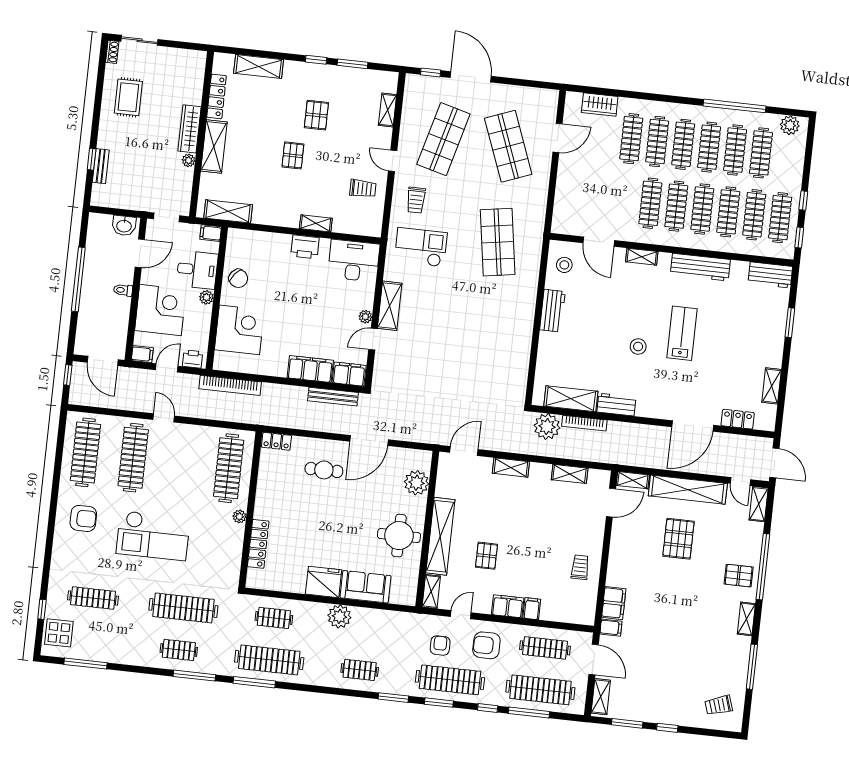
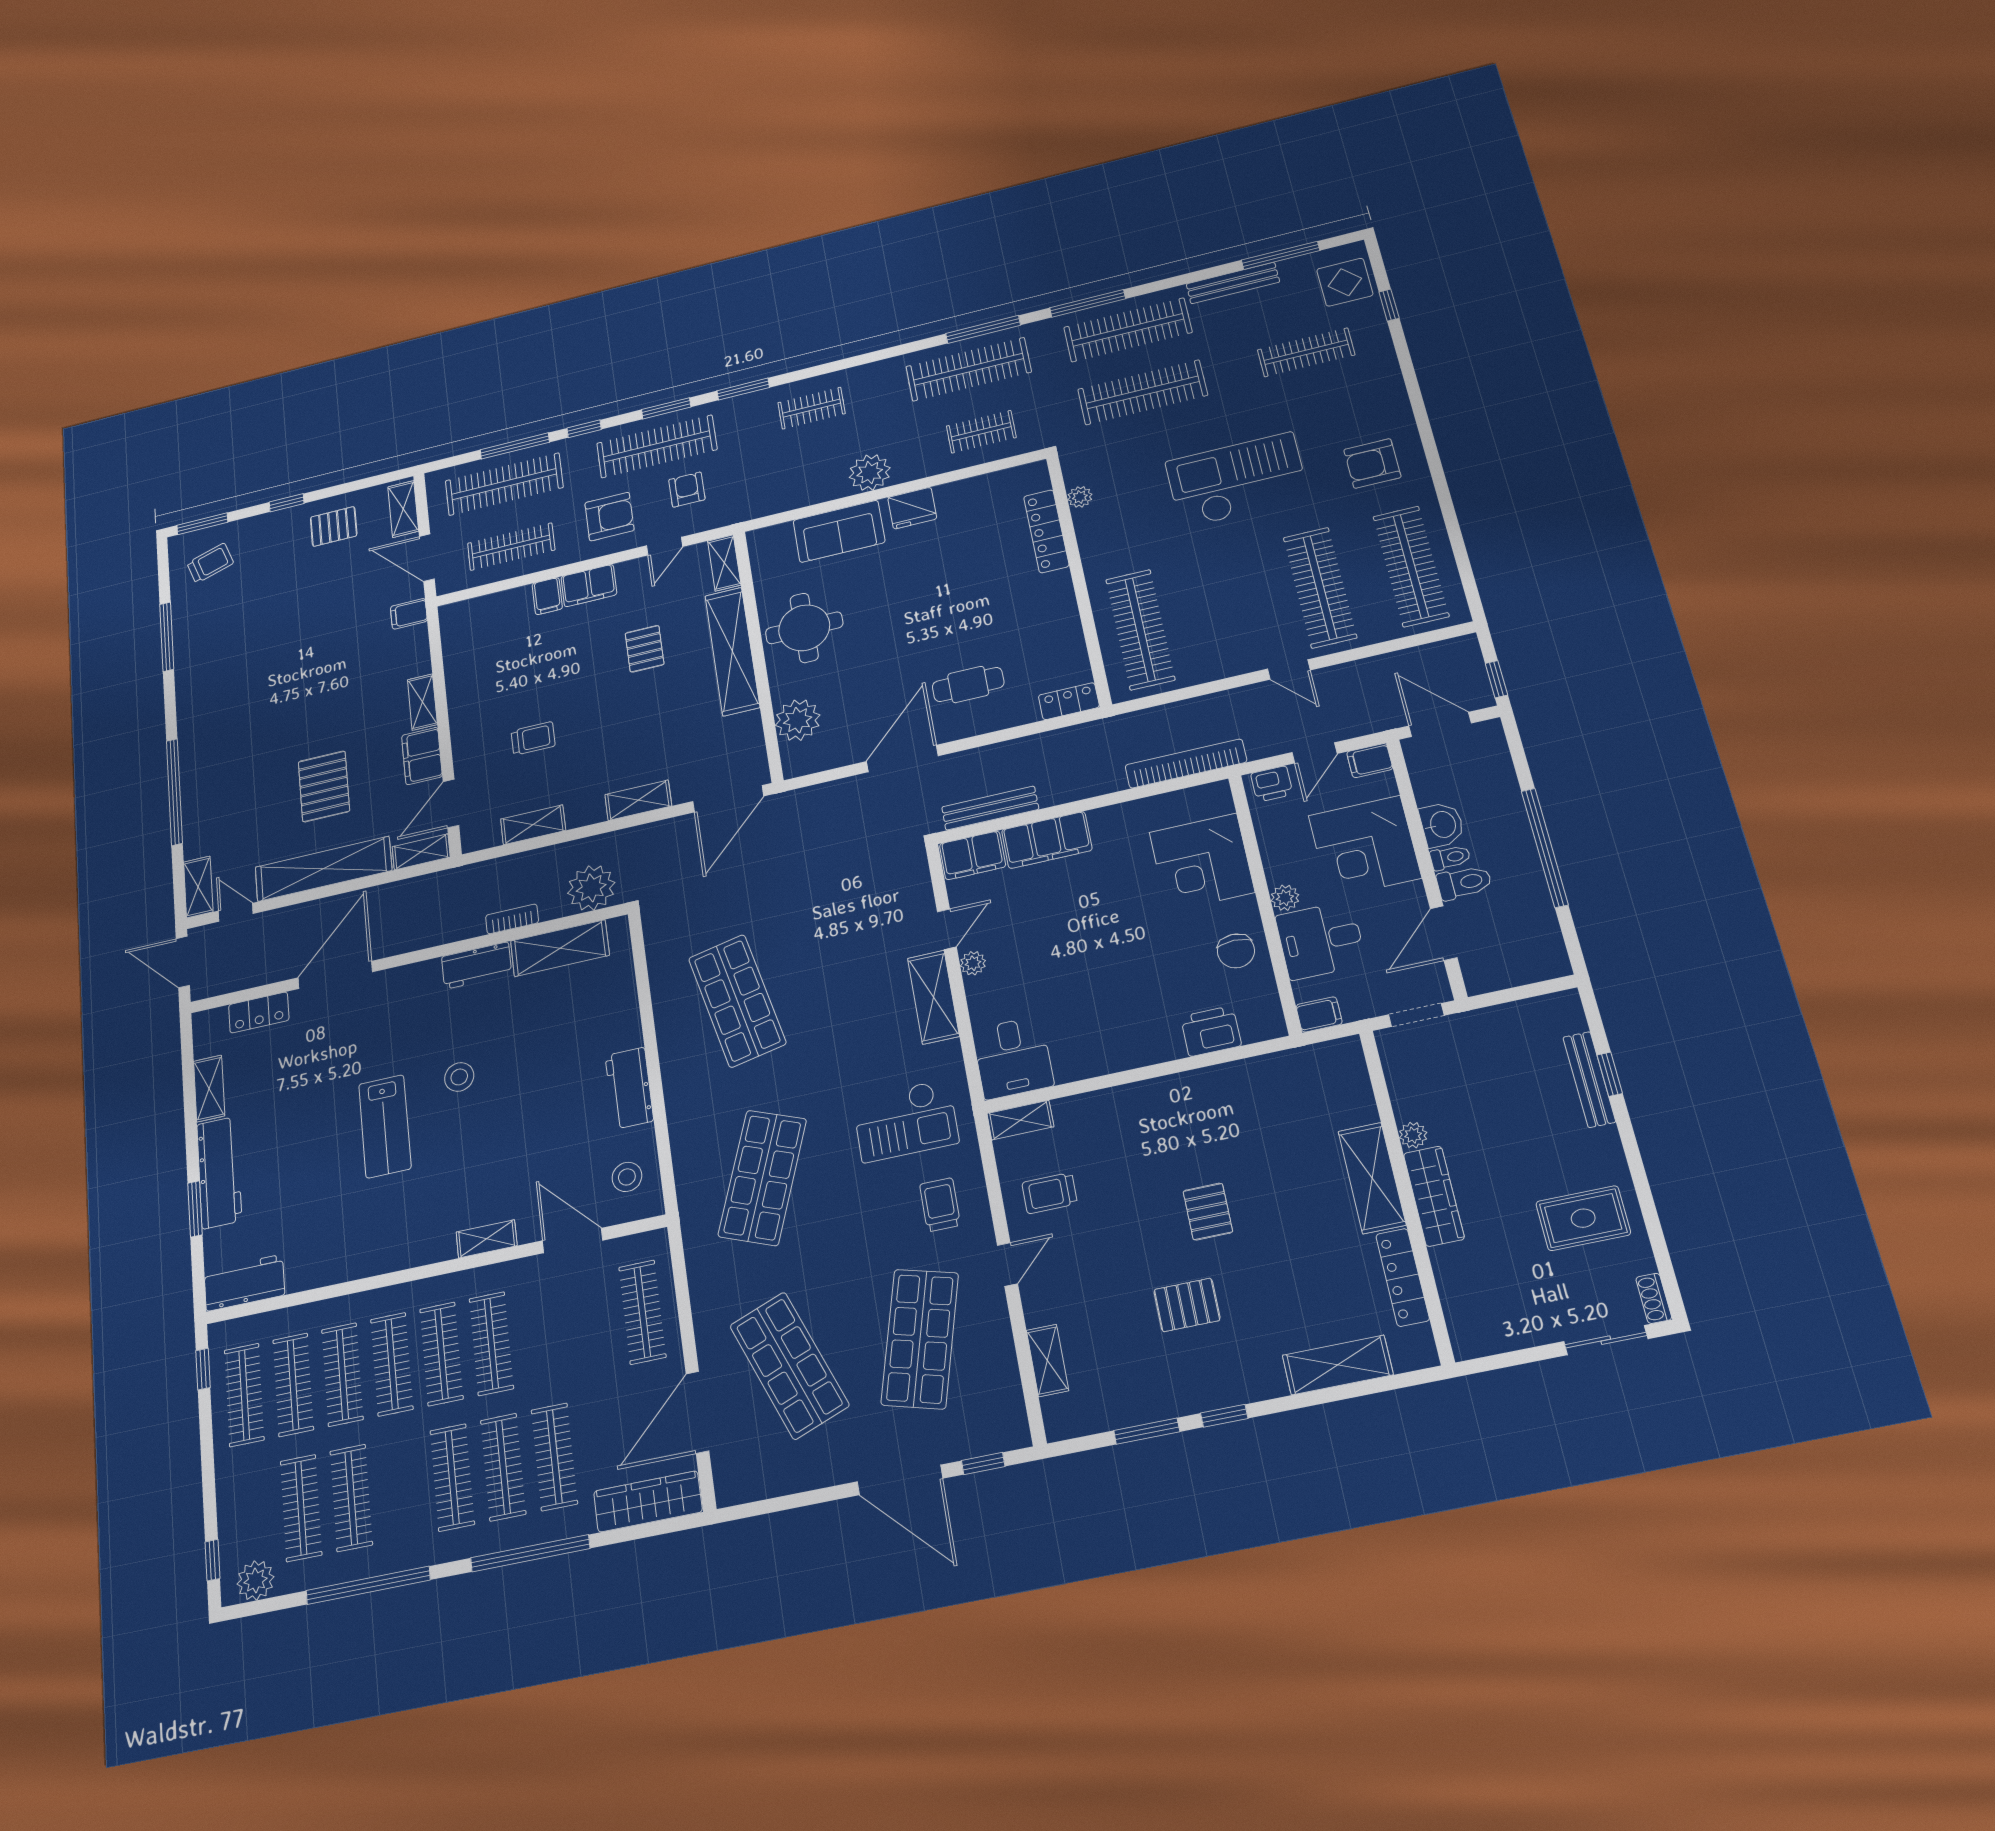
rug: (128, 97) -> (1583, 1218), turned 90
window: (653, 97) -> (530, 1553), added
wardrobe: (600, 105) -> (648, 1501), width x1.50
pallet: (316, 115) -> (1187, 1305), turned 90
door: (558, 138) -> (697, 1412), width x1.36
clothes rail: (709, 147) -> (642, 1312), moved
door: (393, 161) -> (1007, 1264), hinge flipped
bench: (101, 166) -> (1589, 1079), width x1.36
window: (803, 200) -> (212, 1560), moved
shelving: (228, 211) -> (1299, 1065), removed
shelving: (316, 223) -> (1020, 1120), moved
washbasin: (124, 226) -> (1442, 825), moved, turned 90
shop shelf: (498, 242) -> (762, 1177), turned 30
printer: (305, 247) -> (1211, 1031), moved
desk: (354, 261) -> (1013, 1058), width x0.73
workbench: (700, 267) -> (219, 1172), moved, turned 90
toilet: (121, 275) -> (1464, 883), added
chair: (238, 278) -> (1236, 951), turned -129
shop shelf: (487, 338) -> (737, 1001), added
bookcase: (584, 423) -> (512, 919), width x0.64
door: (464, 451) -> (728, 799), width x1.36
plant: (239, 517) -> (1080, 497), moved
trolley: (580, 567) -> (533, 738), moved, turned -90
pallet: (739, 576) -> (334, 526), moved
fridge: (324, 582) -> (912, 508), width x0.73, depth x0.75
filing cabinet: (614, 603) -> (422, 756), moved
shelving: (746, 619) -> (422, 702), moved
armchair: (440, 645) -> (687, 490), turned 180
clothes rail: (179, 650) -> (1128, 330), width x1.86, depth x1.31
bench: (116, 657) -> (1233, 283), added
window: (627, 723) -> (202, 524), moved

